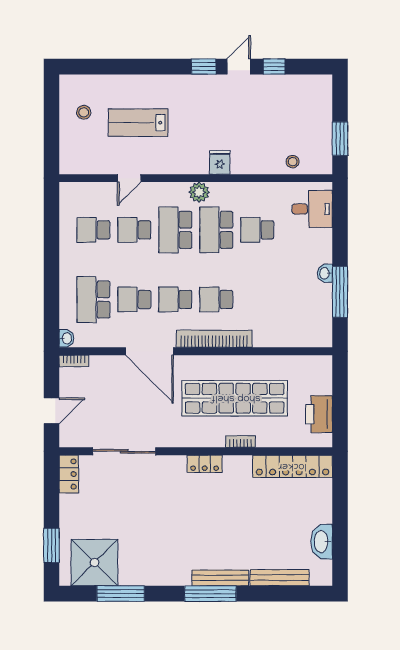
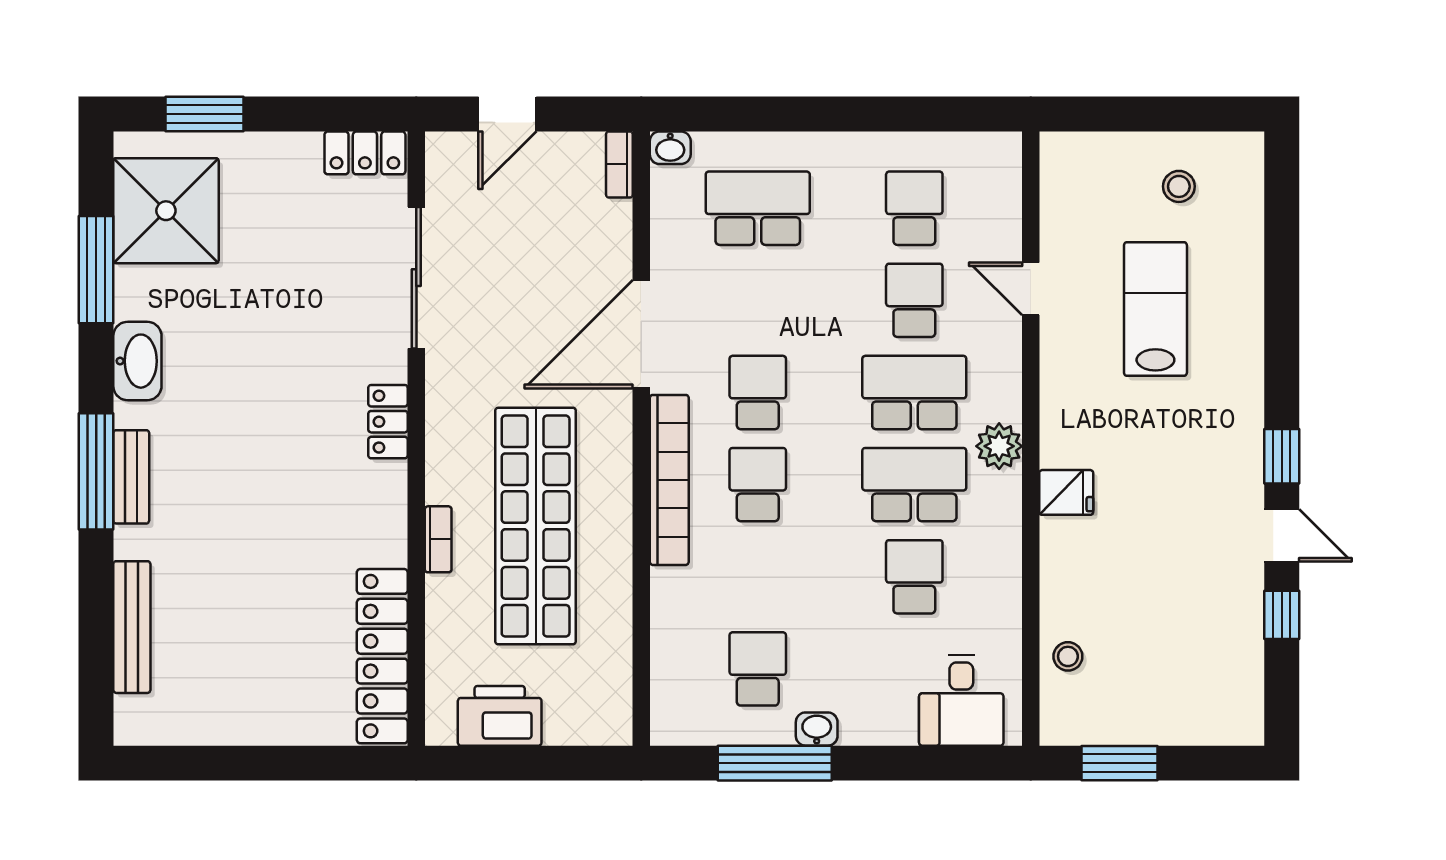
school desk: (134, 299) -> (758, 669), moved
door: (52, 411) -> (507, 114), hinge flipped
locker: (205, 464) -> (388, 422), moved
washbasin: (322, 542) -> (137, 361), moved, turned 90
bench: (220, 578) -> (131, 477), width x0.73

